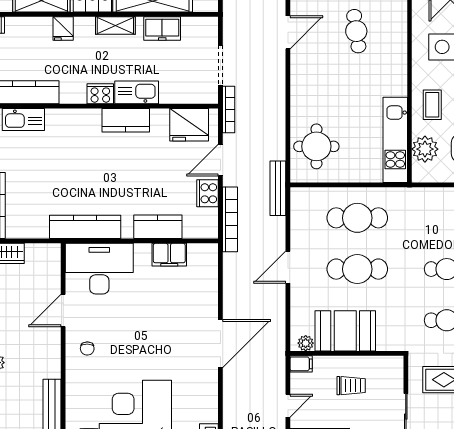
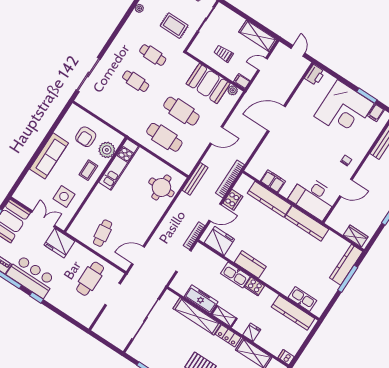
freezer: (162, 29) -> (201, 299), width x1.40
kitchen counter: (158, 227) -> (269, 199), width x1.50

